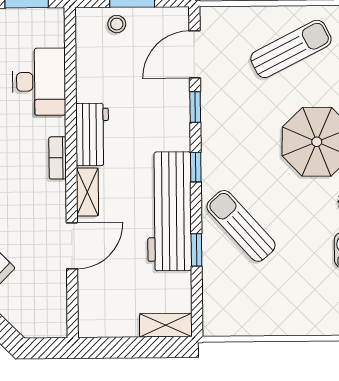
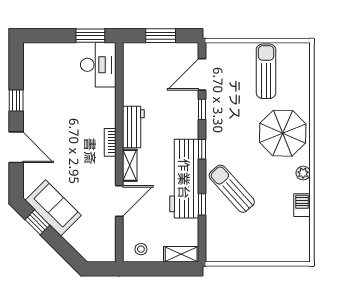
stool: (117, 24) -> (141, 249), moved
sun lounger: (291, 49) -> (266, 71), turned -63
desk: (39, 82) -> (98, 65), moved

